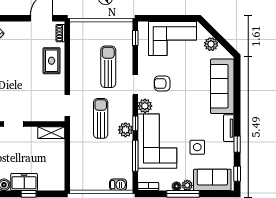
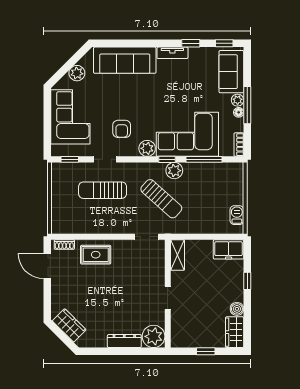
doorway: (135, 85) -> (105, 159), moved
sun lounger: (101, 118) -> (161, 199), turned -138
side table: (197, 147) -> (194, 89), removed
freezer: (24, 182) -> (229, 249), moved, turned -90
barbecue: (118, 185) -> (237, 215), moved

